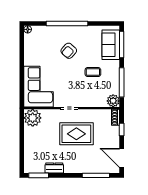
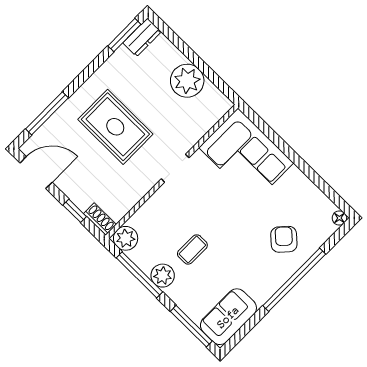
sofa: (111, 45) -> (228, 317), moved, turned -90
armchair: (69, 51) -> (284, 239), moved
plant: (113, 74) -> (163, 276), added
plant: (33, 118) -> (187, 81), moved
rug: (76, 134) -> (115, 127), moved, turned 90
dresser: (54, 168) -> (142, 37), moved

